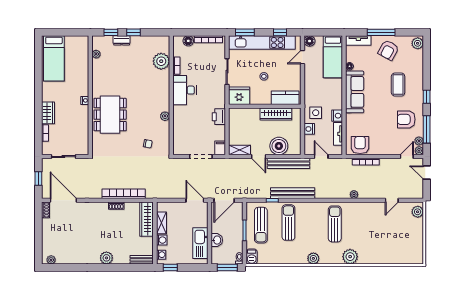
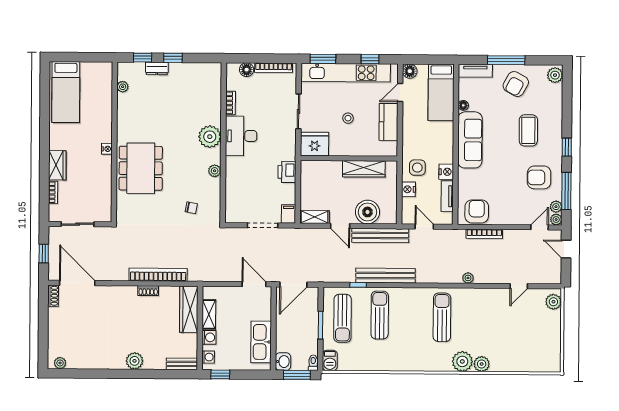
plant: (161, 61) -> (210, 137), moved
kitchen counter: (285, 98) -> (388, 122), moved, turned -90
washbasin: (217, 240) -> (283, 362), moved
plant: (313, 258) -> (482, 364), moved

